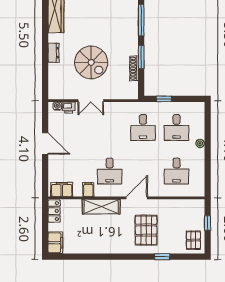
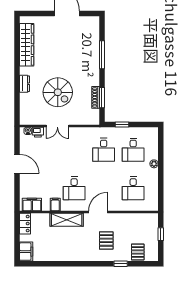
window: (141, 57) -> (102, 98), moved
pallet: (146, 230) -> (106, 240), width x0.67, depth x0.71
pallet: (193, 240) -> (138, 252), moved

